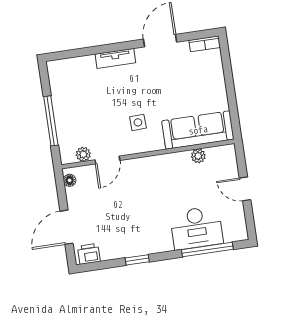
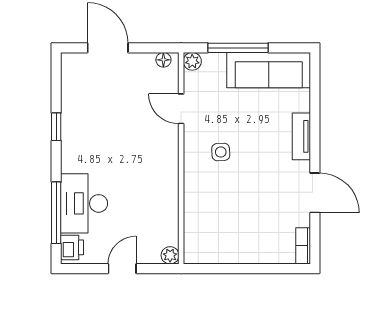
sofa: (198, 130) -> (269, 70), moved, turned 90
plant: (83, 154) -> (192, 61), moved
plant: (198, 156) -> (170, 255), moved
printer: (89, 254) -> (72, 247), moved

